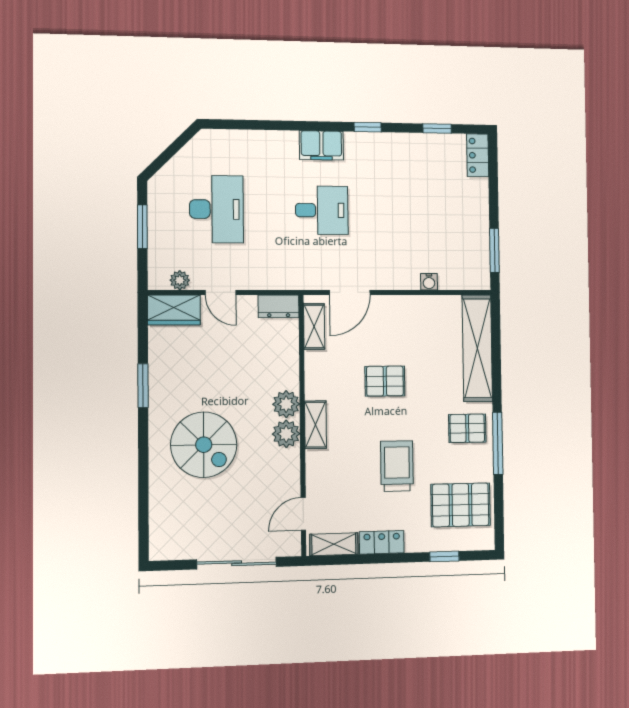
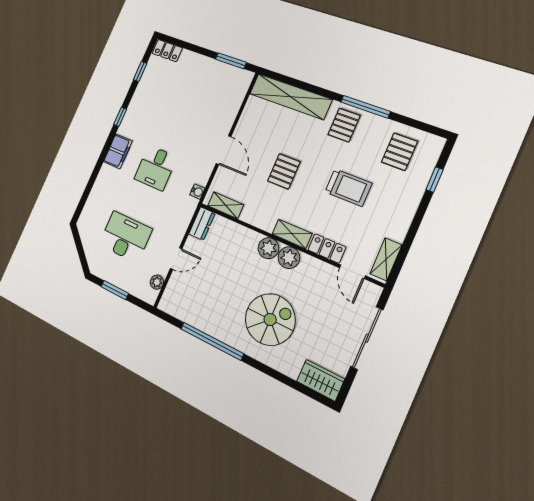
desk: (322, 210) -> (156, 168), turned 180
water cooler: (429, 282) -> (197, 192), moved
door: (350, 292) -> (224, 150), moved
wardrobe: (174, 310) -> (321, 380), moved, turned -90
window: (143, 386) -> (212, 341), width x2.11
trolley: (397, 466) -> (348, 188), turned 180
pallet: (461, 505) -> (399, 152), width x0.67, depth x0.71
locker: (382, 542) -> (327, 248), moved, turned 90

